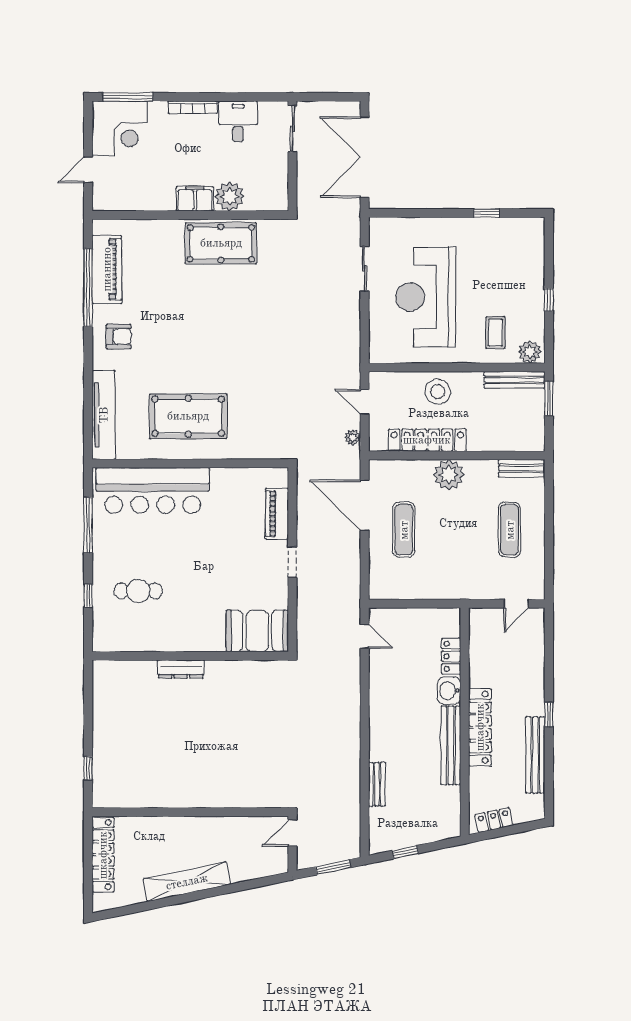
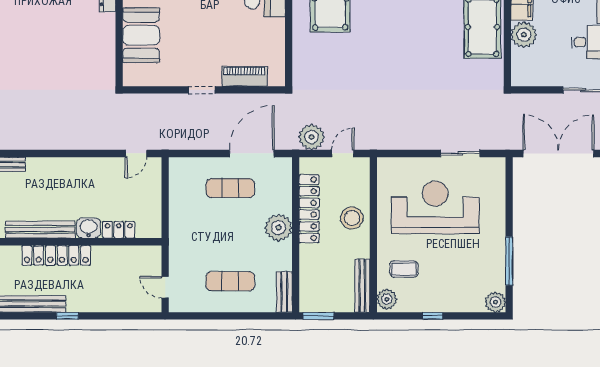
window: (487, 213) -> (509, 261), width x2.17
plant: (533, 229) -> (495, 302), added
window: (549, 398) -> (318, 316), moved
plant: (353, 437) -> (311, 137), width x1.88, depth x1.88
booth: (257, 631) -> (141, 35), moved

